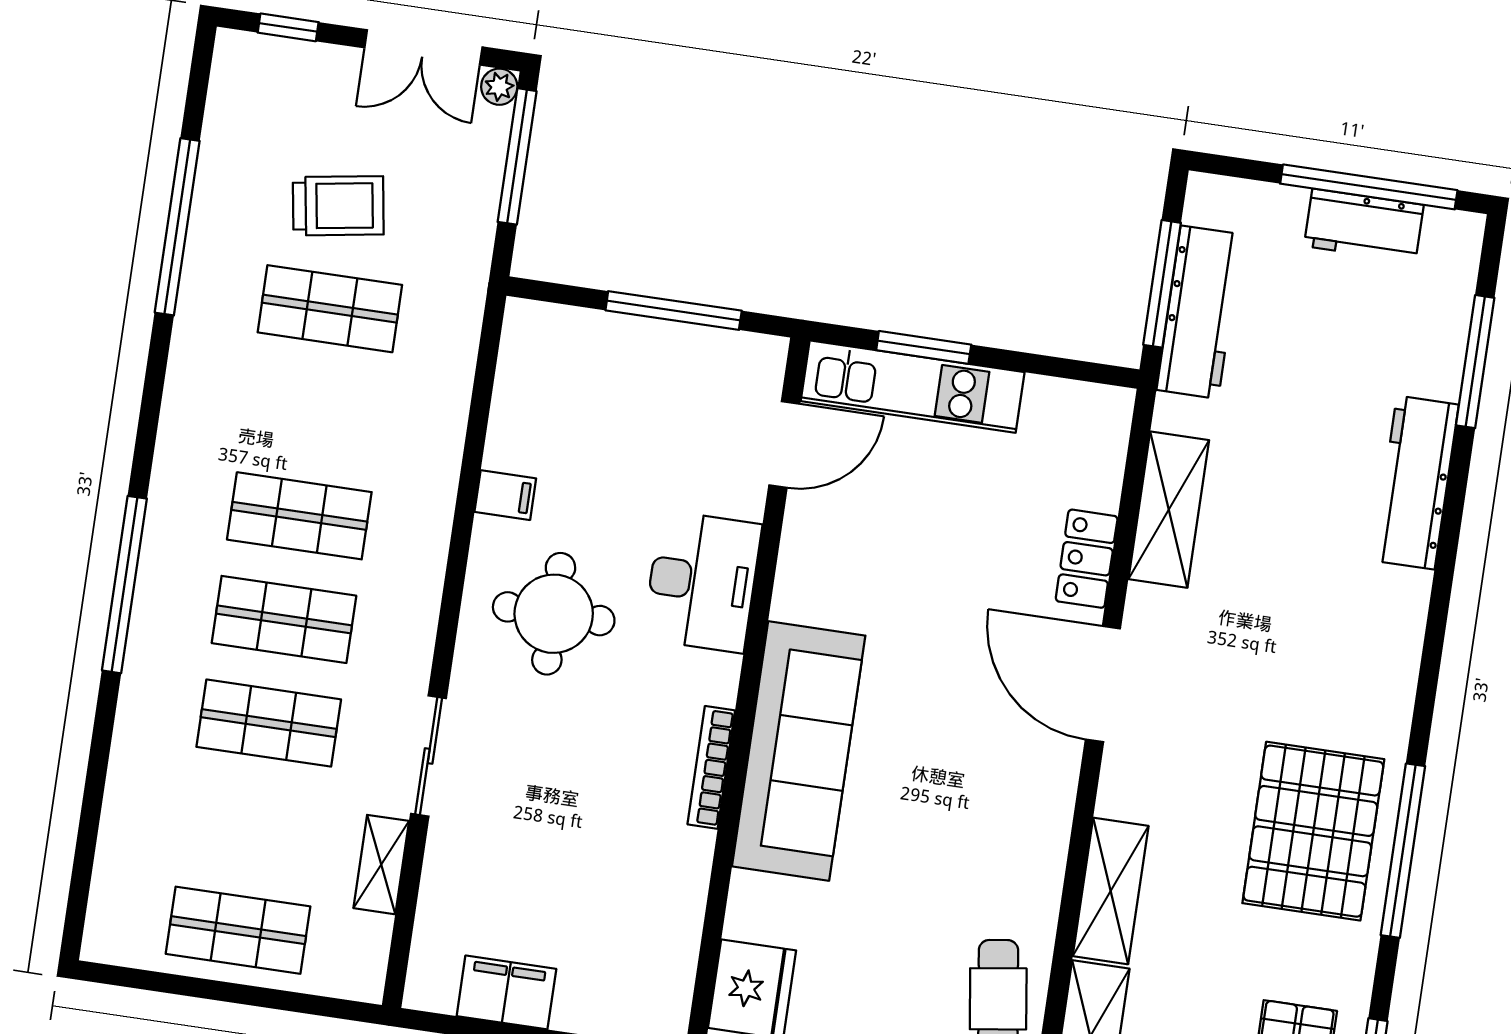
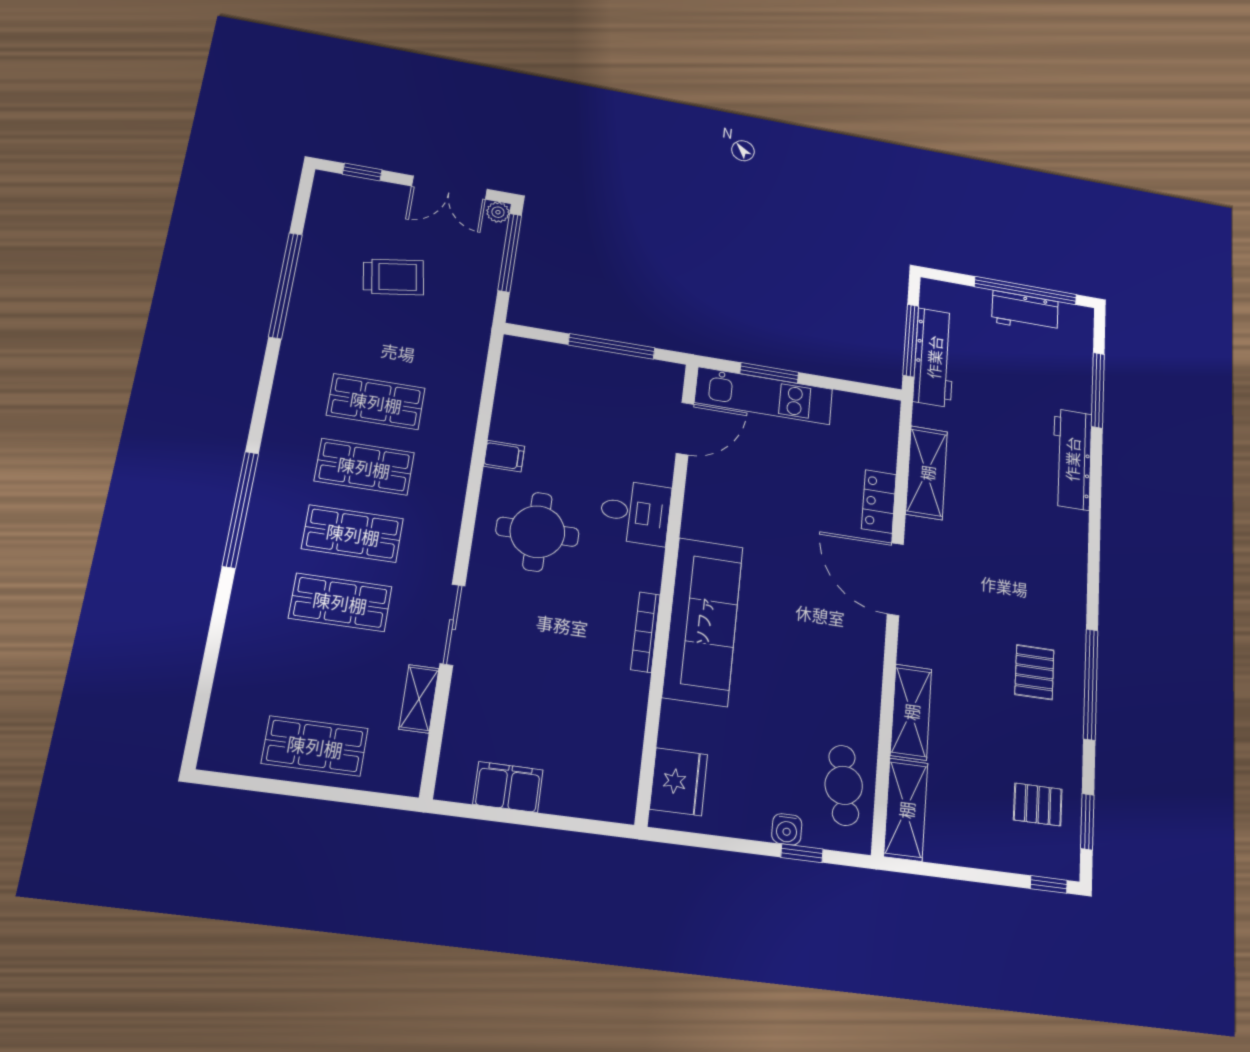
shop shelf: (330, 309) -> (376, 402), moved
desk: (702, 582) -> (635, 512), width x0.73
pallet: (1313, 831) -> (1034, 672), width x0.49, depth x0.50

